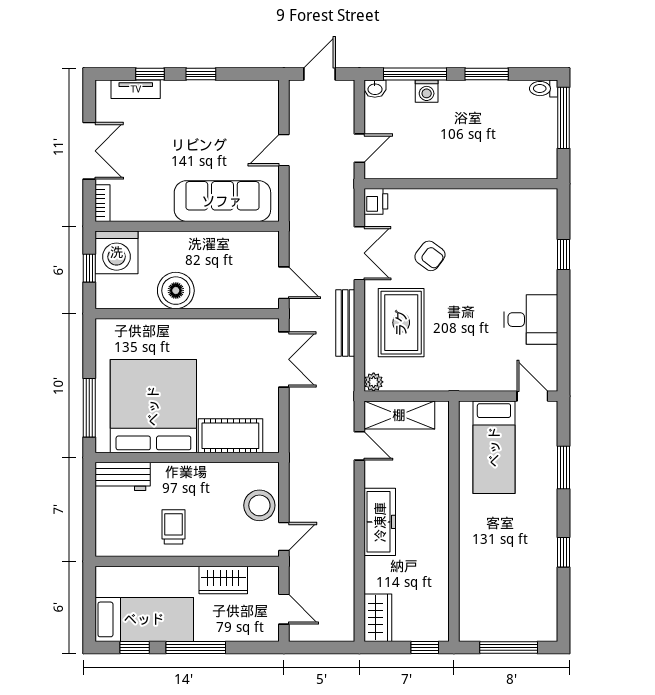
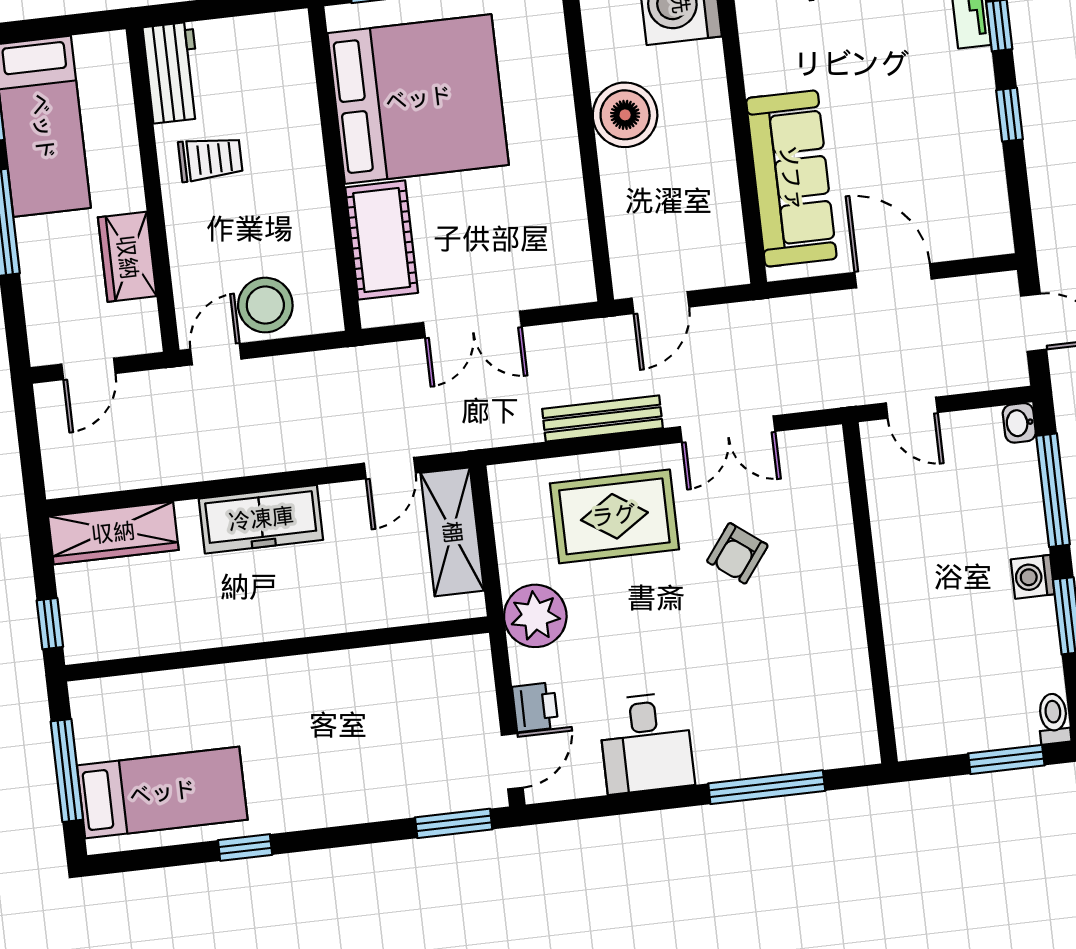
washing machine: (427, 91) -> (1033, 577), moved
window: (564, 118) -> (1006, 759), width x0.69
door: (284, 150) -> (893, 276), width x1.38
printer: (376, 201) -> (535, 707), moved, turned -90
window: (564, 255) -> (767, 787), width x2.17
double door: (284, 359) -> (473, 324), moved
plant: (374, 382) -> (535, 616), moved, width x1.88, depth x1.88
bed: (494, 447) -> (162, 793), moved, turned 180
window: (564, 467) -> (454, 823), moved
workbench: (123, 476) -> (173, 73), moved, turned 180
door: (284, 537) -> (216, 354), swing flipped
wardrobe: (378, 618) -> (113, 533), width x1.50

